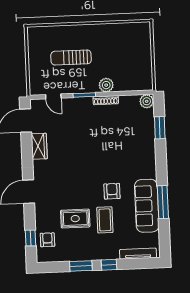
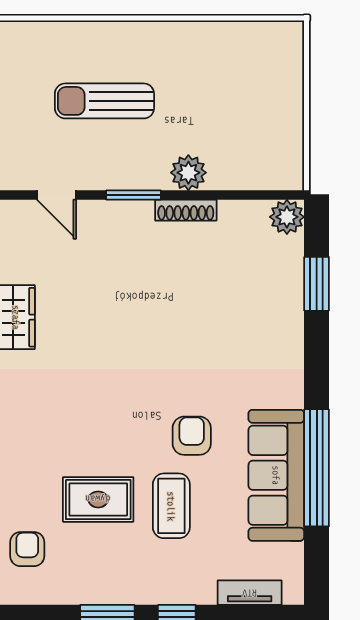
window: (163, 202) -> (317, 468), width x1.46
tv unit: (138, 254) -> (250, 593), width x0.71

